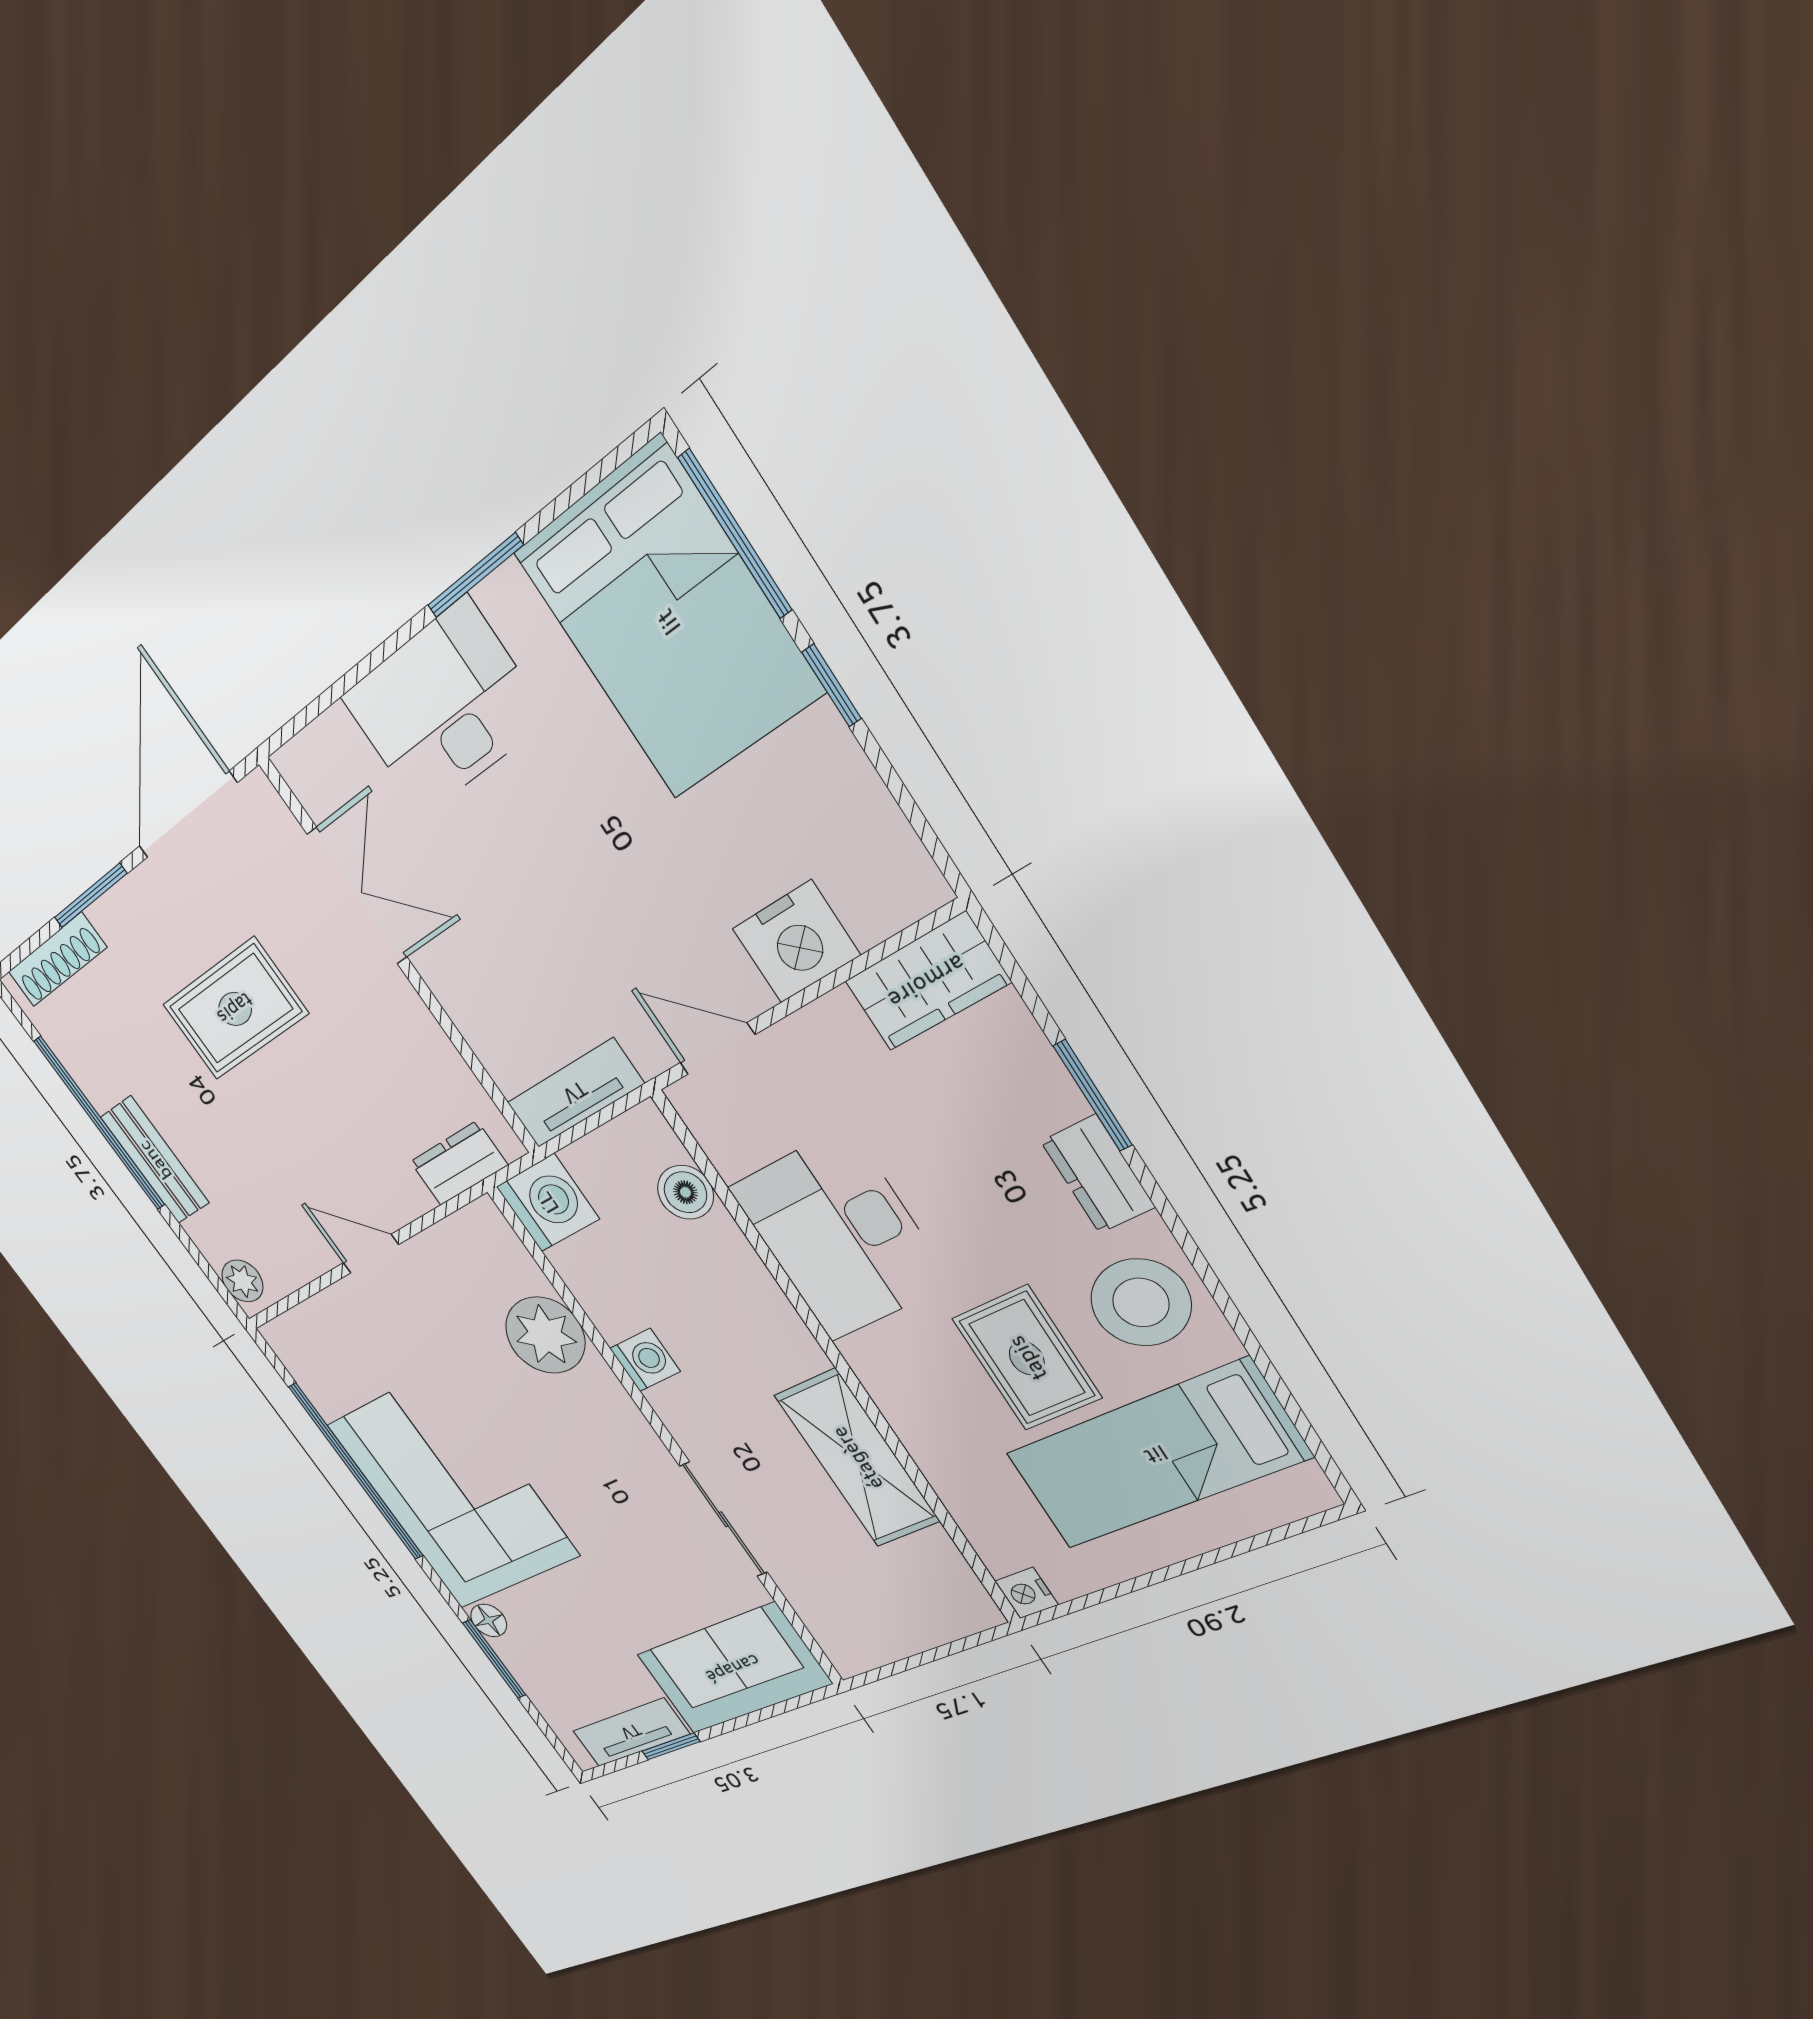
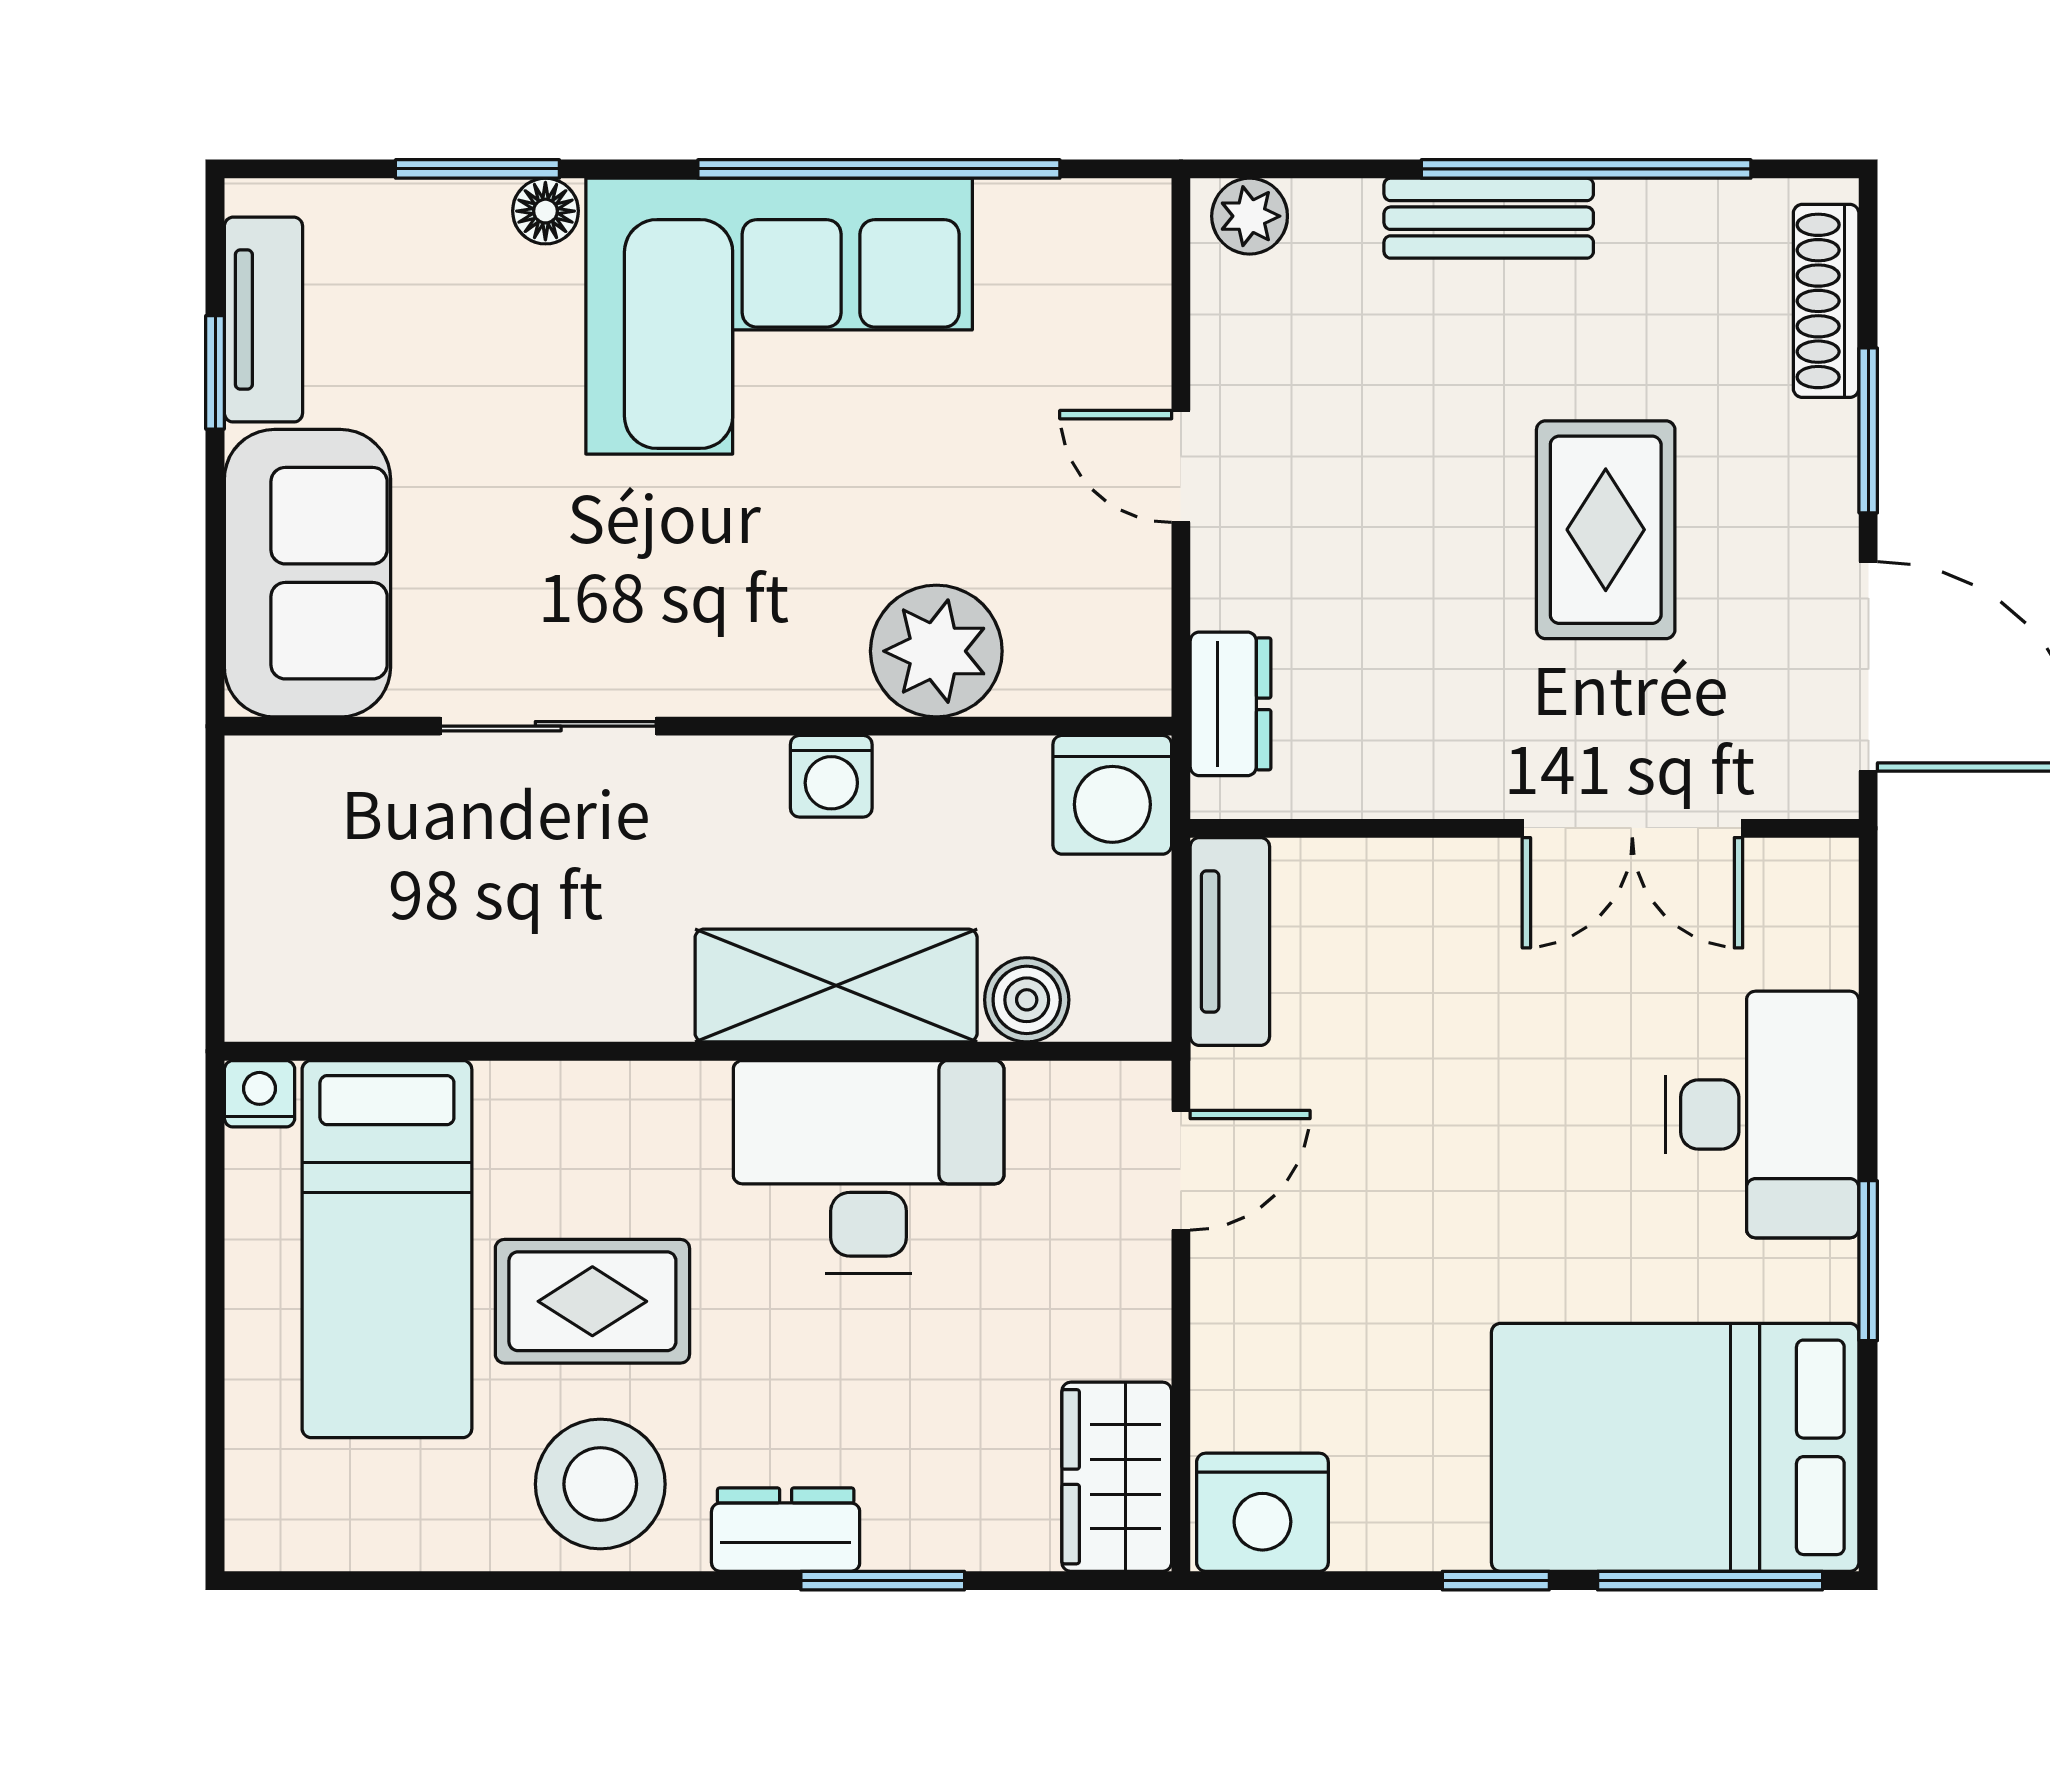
nightstand: (796, 942) -> (1262, 1512), moved, turned -90
door: (371, 1254) -> (1181, 466), swing flipped
bed: (1156, 1455) -> (387, 1249), moved, turned 180
shelving: (857, 1458) -> (836, 986), moved

